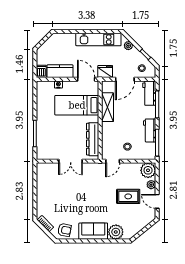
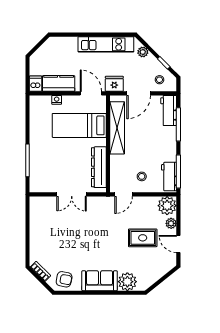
shelving: (108, 107) -> (117, 128), width x1.47
workbench: (150, 130) -> (169, 177), moved

